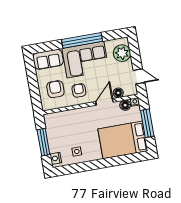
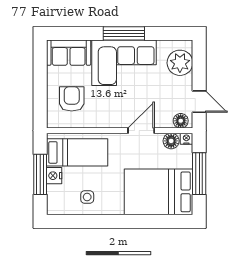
window: (82, 40) -> (124, 33), width x0.68
armchair: (79, 90) -> (106, 107), removed
floor lamp: (118, 93) -> (181, 121), moved
bed: (65, 124) -> (77, 152), added
nightstand: (56, 158) -> (54, 176), moved

